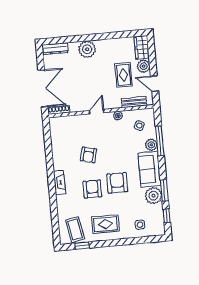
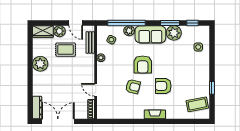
plant: (87, 49) -> (40, 64), moved
door: (155, 84) -> (76, 23), hinge flipped
double door: (43, 88) -> (58, 121), moved
door: (97, 112) -> (96, 90), moved
window: (160, 141) -> (126, 23), width x1.46
armchair: (117, 183) -> (143, 64), moved, turned -90
rug: (105, 224) -> (195, 77), removed
window: (82, 246) -> (212, 88), moved

